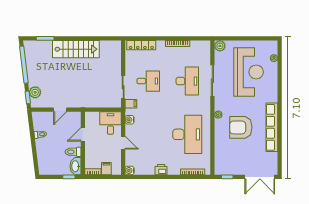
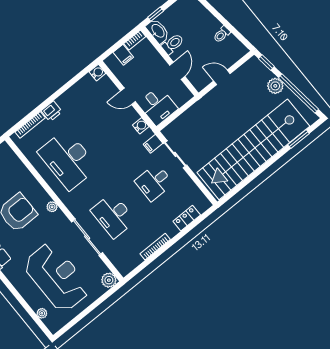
locker: (141, 45) -> (187, 218), width x0.66
stairs: (76, 49) -> (253, 149), width x1.86, depth x1.51
reception desk: (248, 72) -> (57, 277), turned 180
plant: (35, 92) -> (275, 86), moved
door: (60, 110) -> (222, 77), hinge flipped
printer: (161, 170) -> (52, 111), moved

